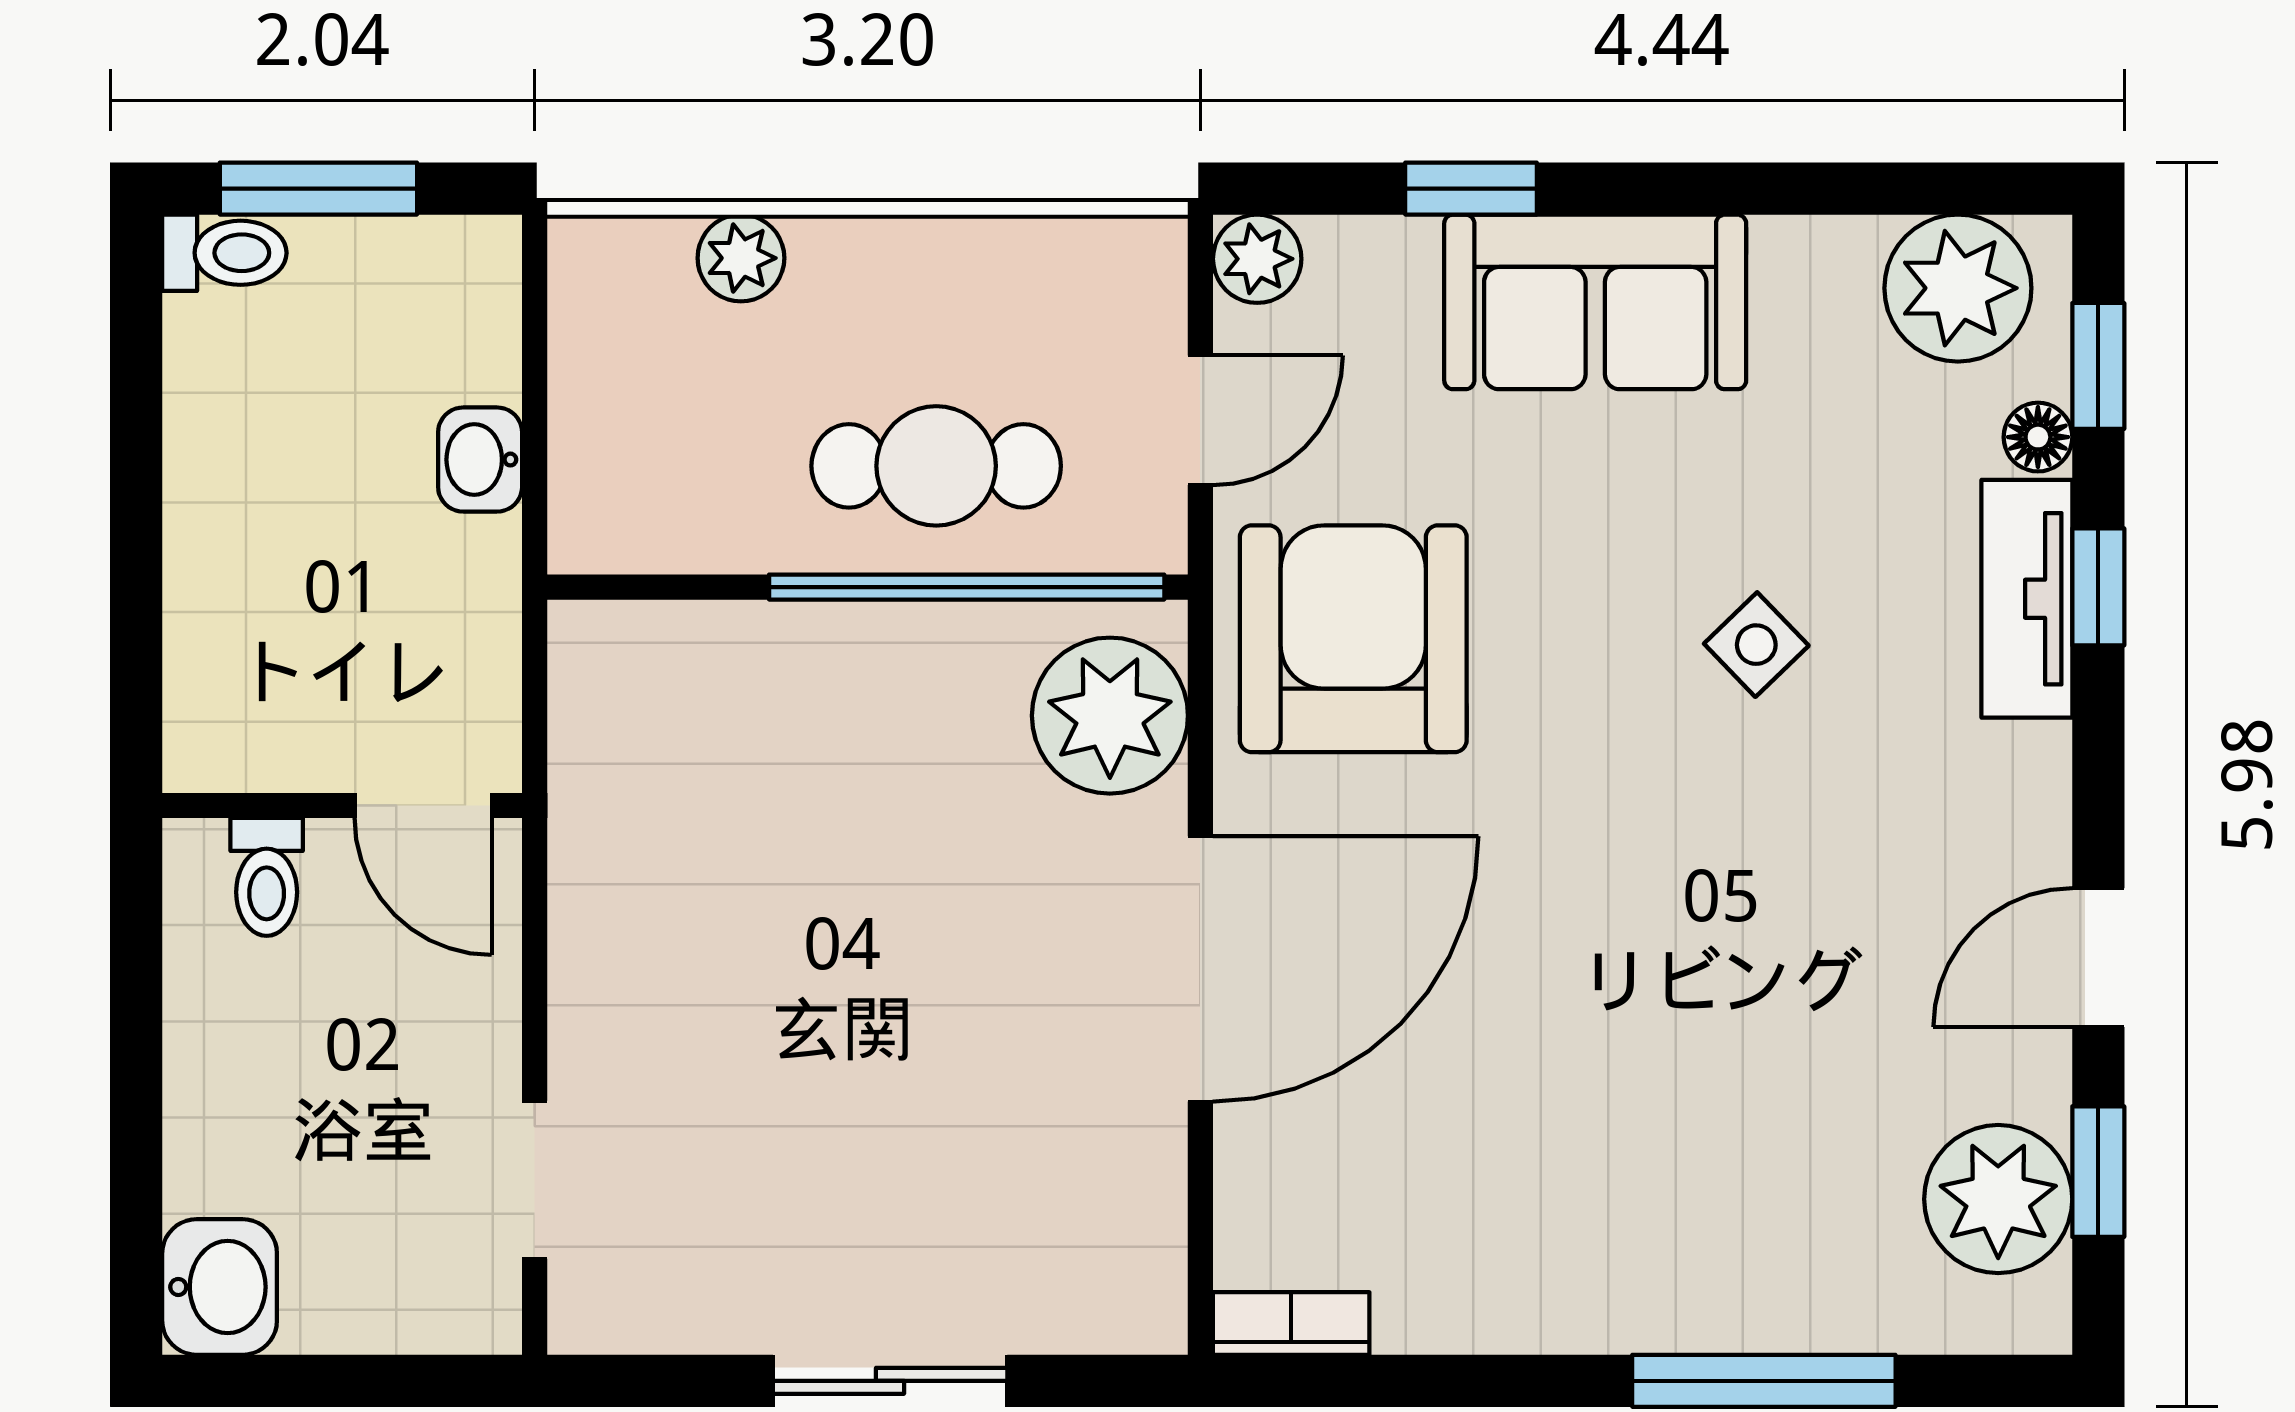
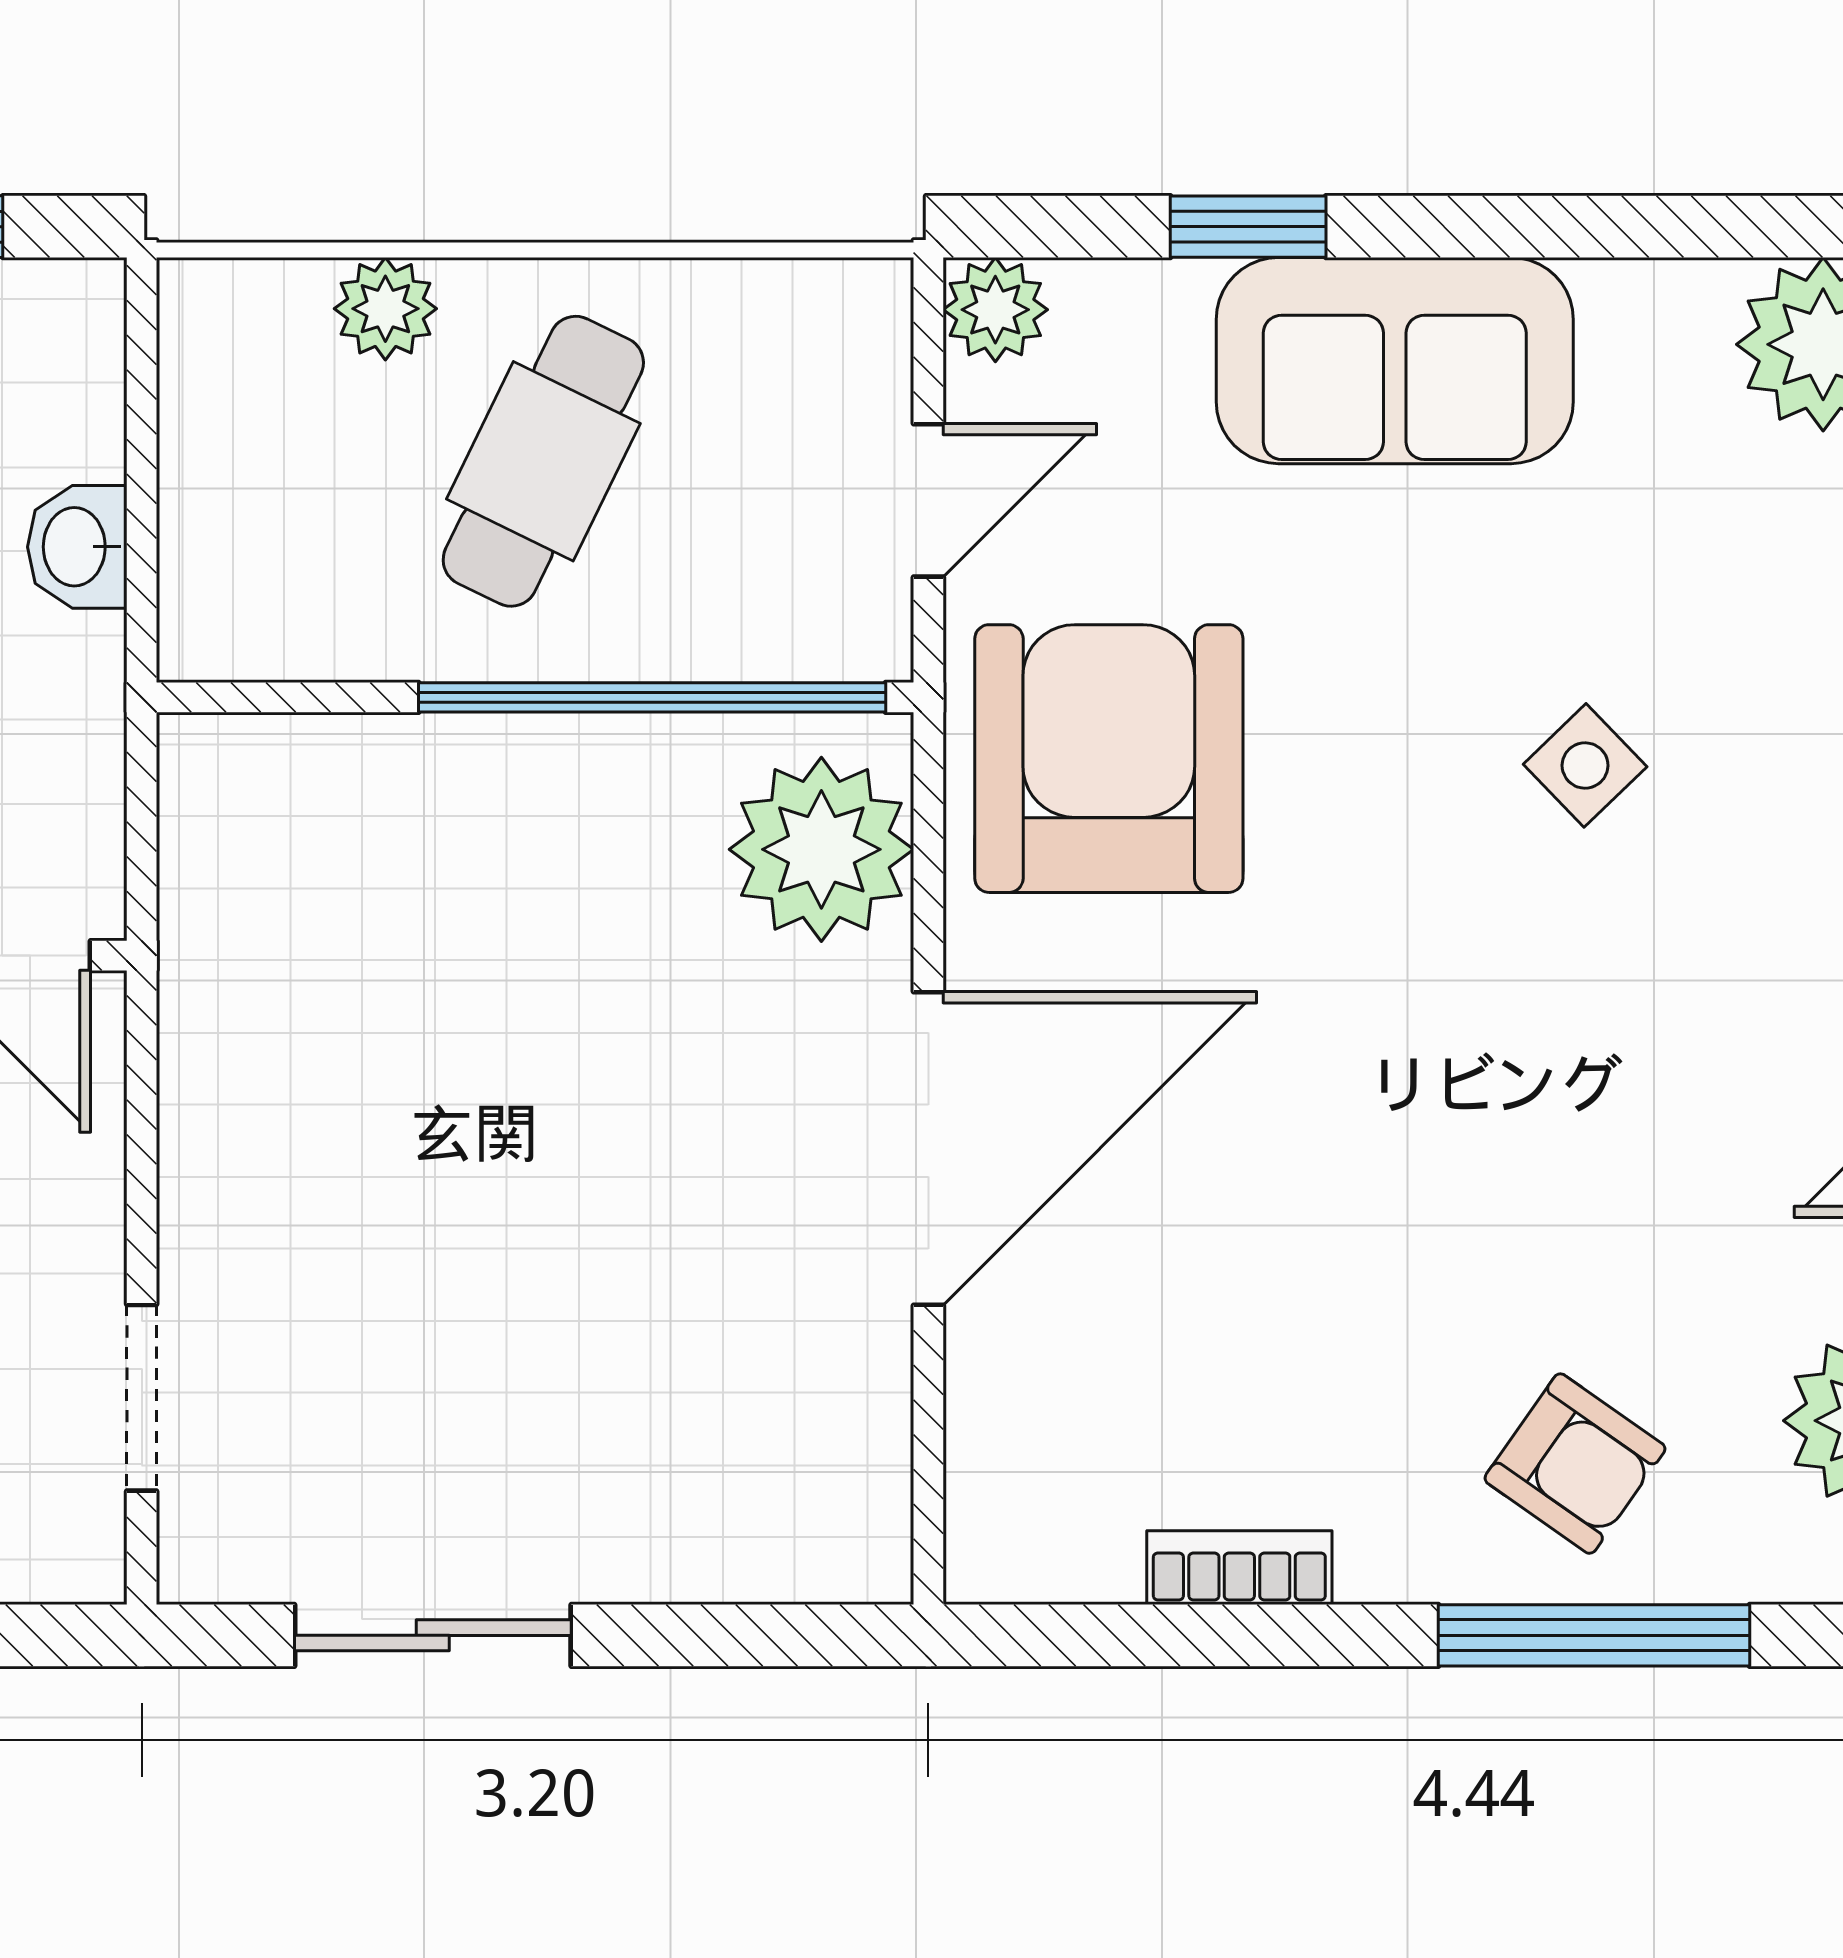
cafe table: (936, 466) -> (543, 461), moved, turned -64
armchair: (1748, 1235) -> (1575, 1464), added
bookcase: (1291, 1324) -> (1239, 1568), moved
sliding door: (890, 1381) -> (433, 1635), moved

